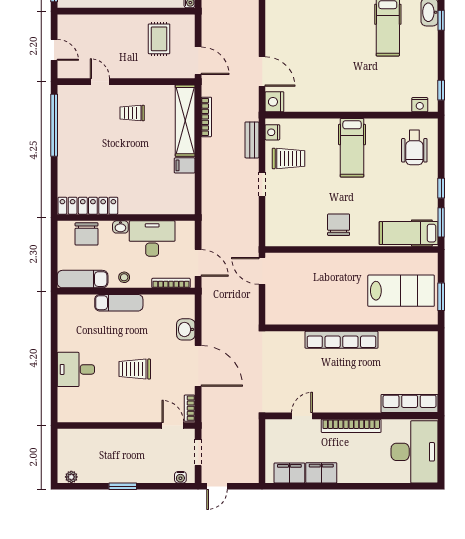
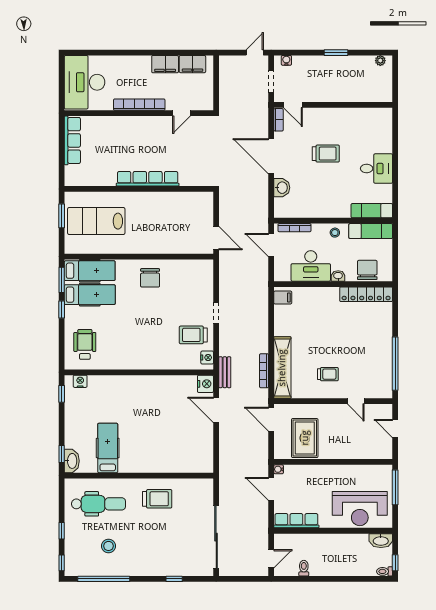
rug: (159, 39) -> (305, 438), width x1.36, depth x1.43
bench: (252, 140) -> (225, 372), moved
hospital bed: (352, 148) -> (90, 295), moved, turned 90
filing cabinet: (185, 165) -> (283, 297), moved
exam couch: (119, 303) -> (372, 211), moved
desk: (76, 369) -> (376, 169), moved
row of seats: (410, 403) -> (72, 140), moved, turned -90

